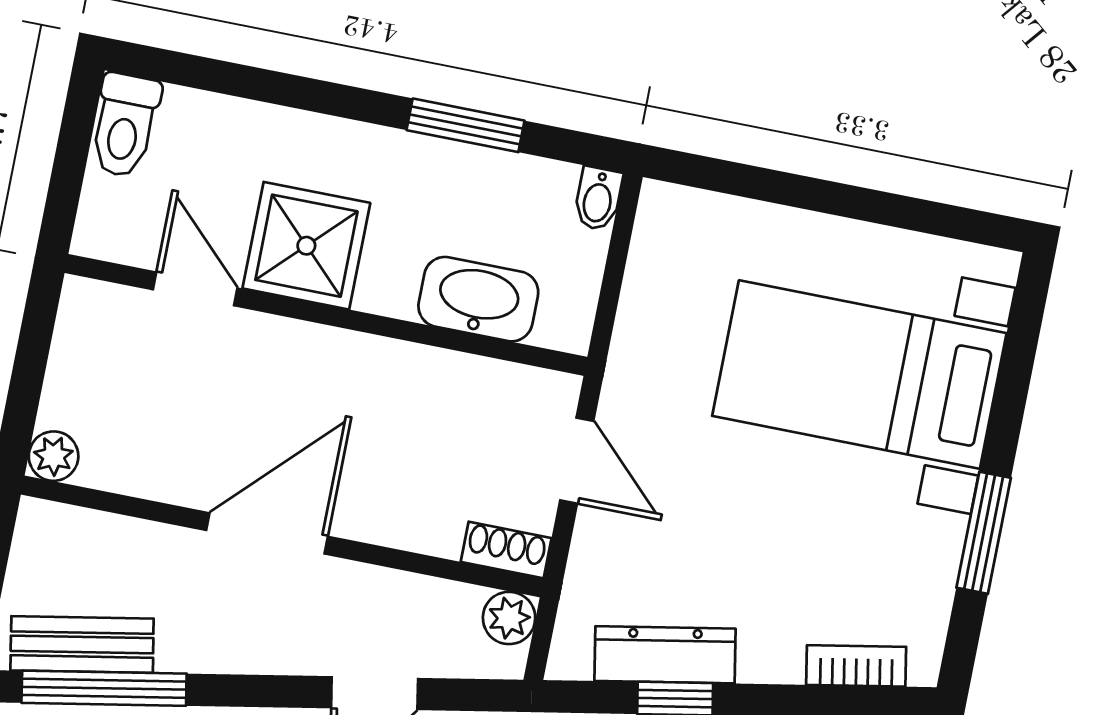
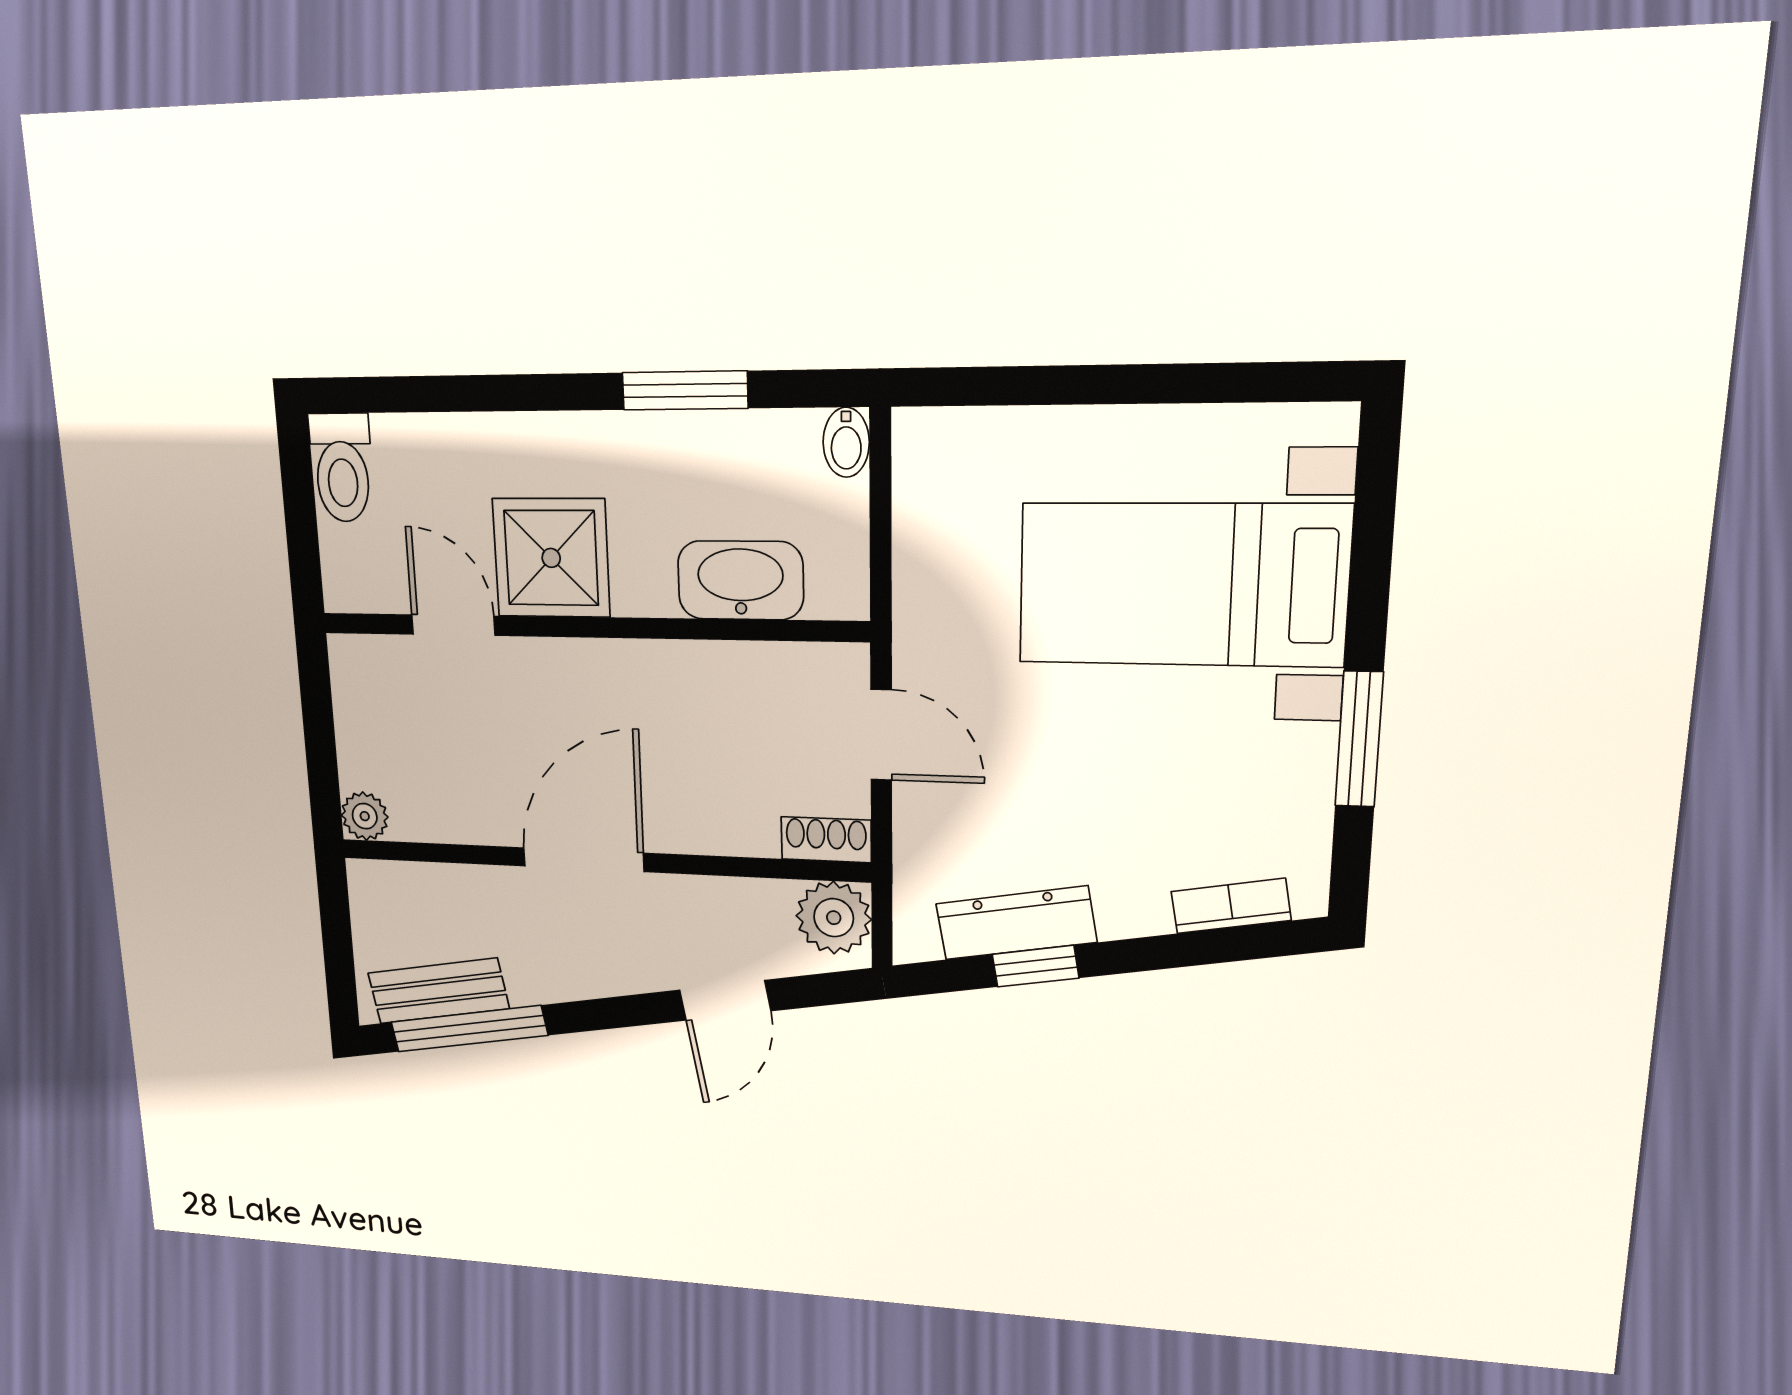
plant: (509, 618) -> (834, 918), width x1.38, depth x1.38

